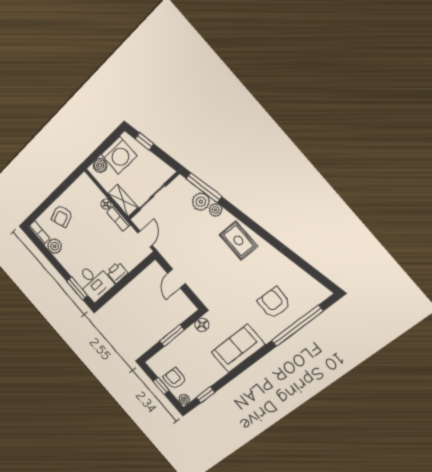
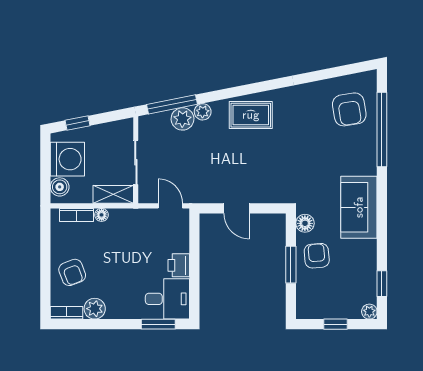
bookcase: (118, 218) -> (76, 215), moved
armchair: (274, 303) -> (349, 109), moved, turned -101
armchair: (175, 379) -> (317, 256), moved, turned 85

